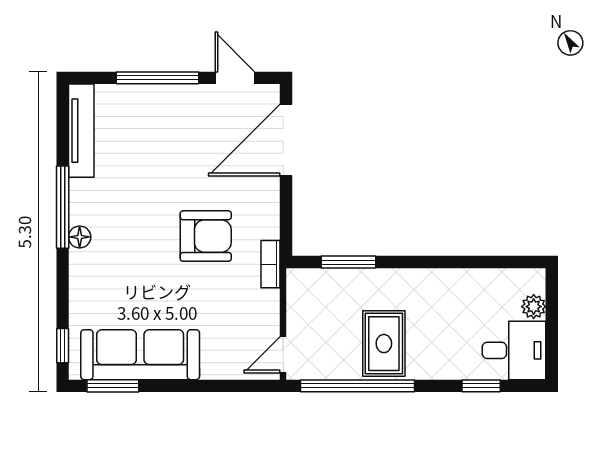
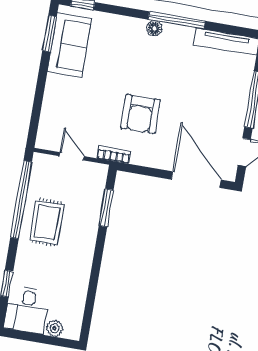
rug: (384, 344) -> (47, 222), turned 90
sofa: (140, 355) -> (69, 45), width x0.73
door: (283, 355) -> (72, 156), moved

